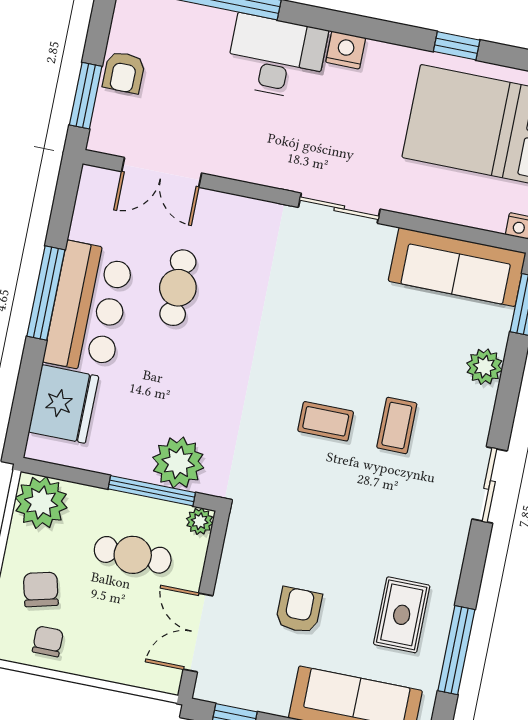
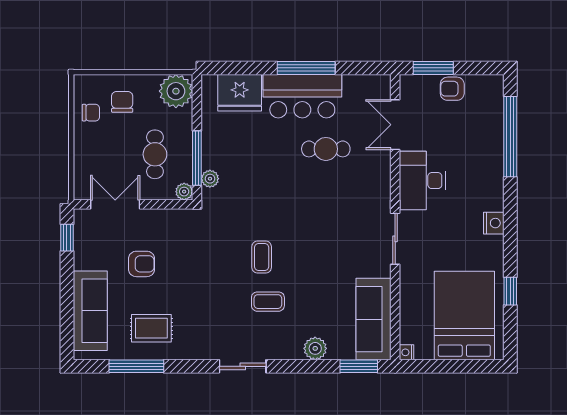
desk: (276, 57) -> (422, 181), moved, turned 180
plant: (178, 463) -> (210, 179), width x0.53, depth x0.53
chair: (41, 589) -> (122, 102), turned -76

